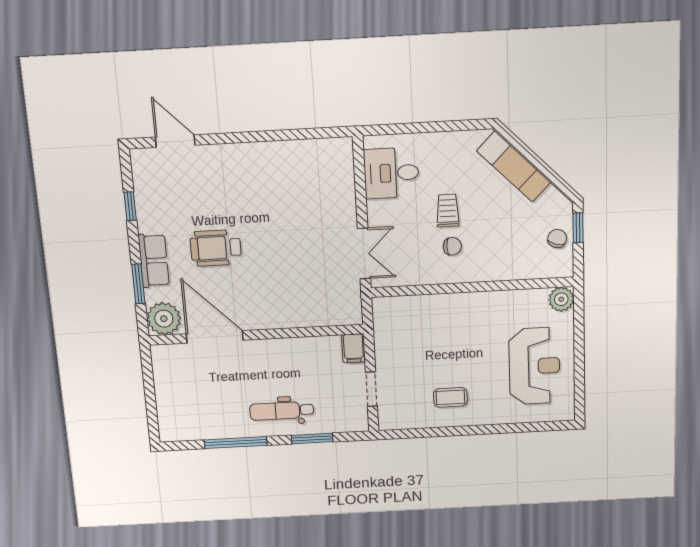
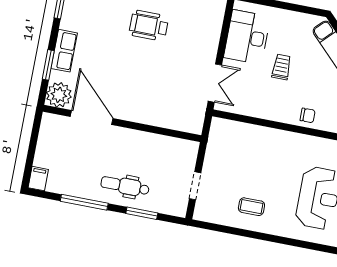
desk: (391, 173) -> (247, 37), width x1.37
chair: (452, 246) -> (308, 115), moved
wheelchair: (216, 248) -> (149, 26), moved
filing cabinet: (353, 348) -> (38, 179), moved, turned 180

